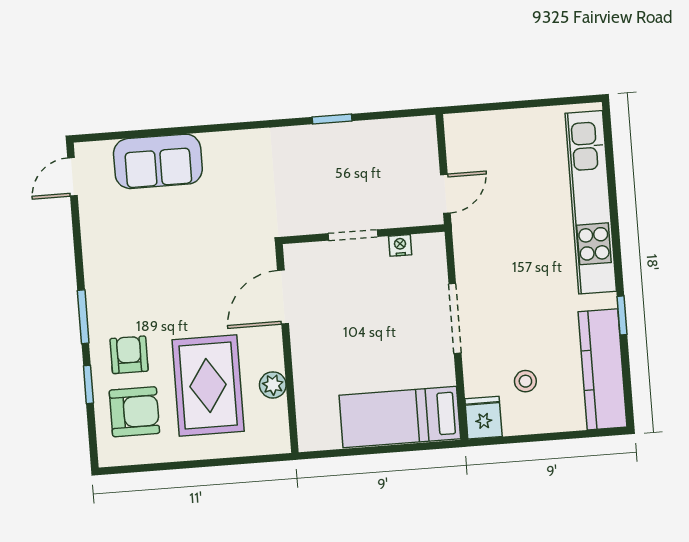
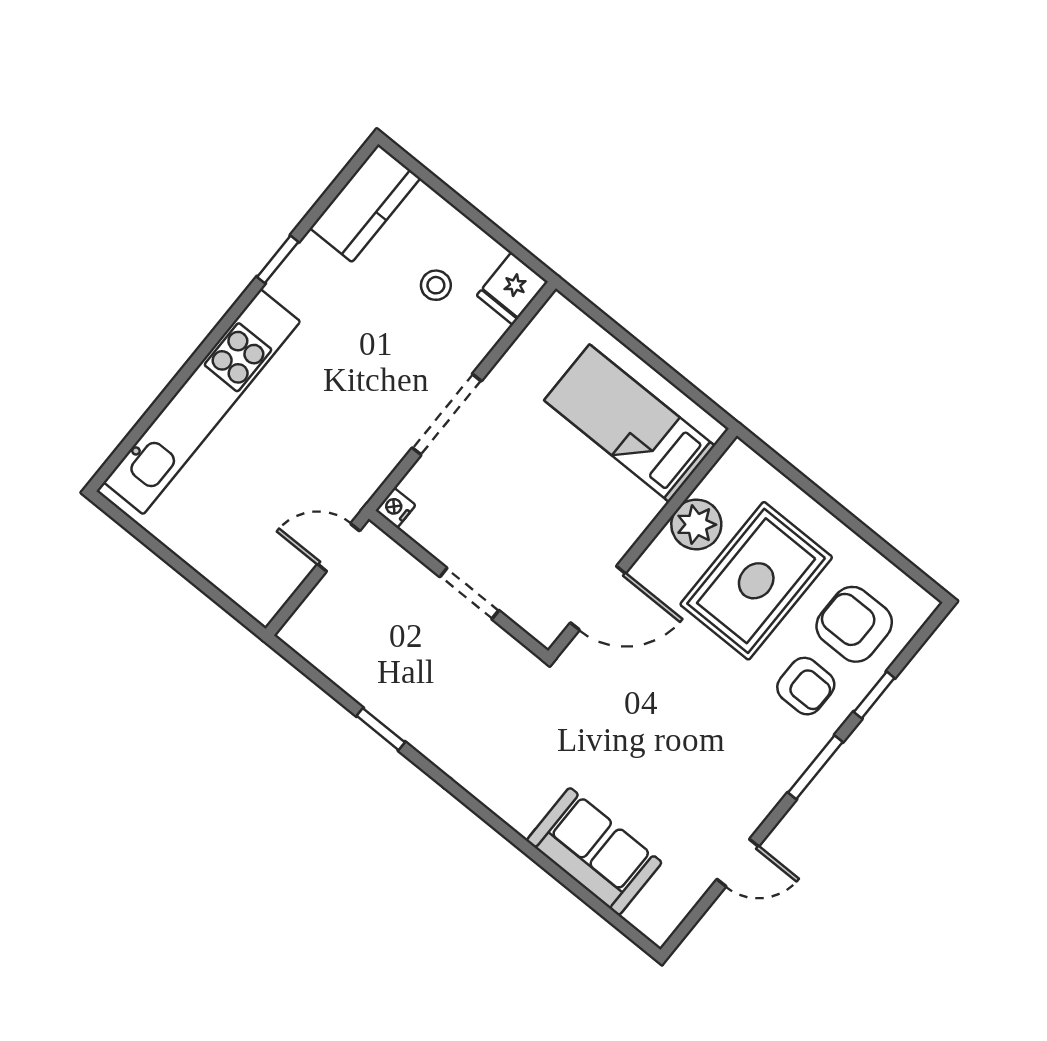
door: (72, 177) -> (738, 863), moved
nightstand: (400, 245) -> (395, 508), moved, turned 90
armchair: (129, 355) -> (806, 686), turned -90
kitchen counter: (603, 369) -> (365, 203), width x0.67
plant: (273, 385) -> (696, 524), width x1.38, depth x1.38
bed: (400, 417) -> (629, 423), moved, turned 180

